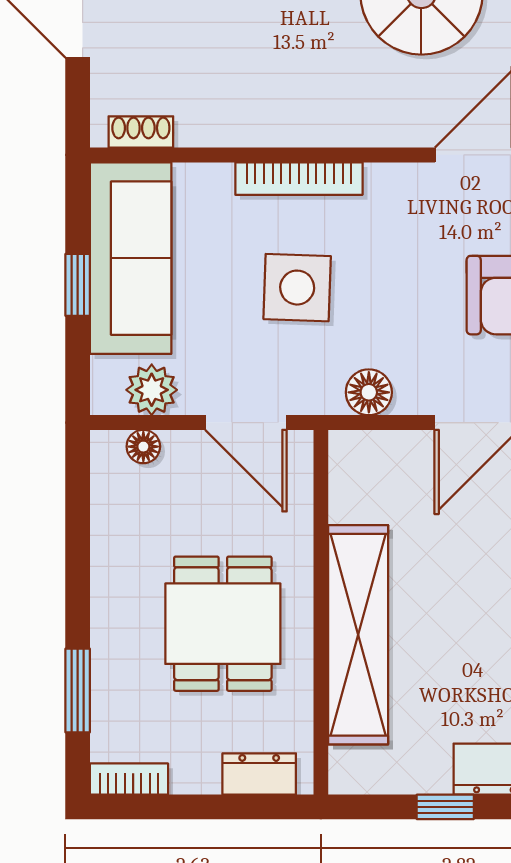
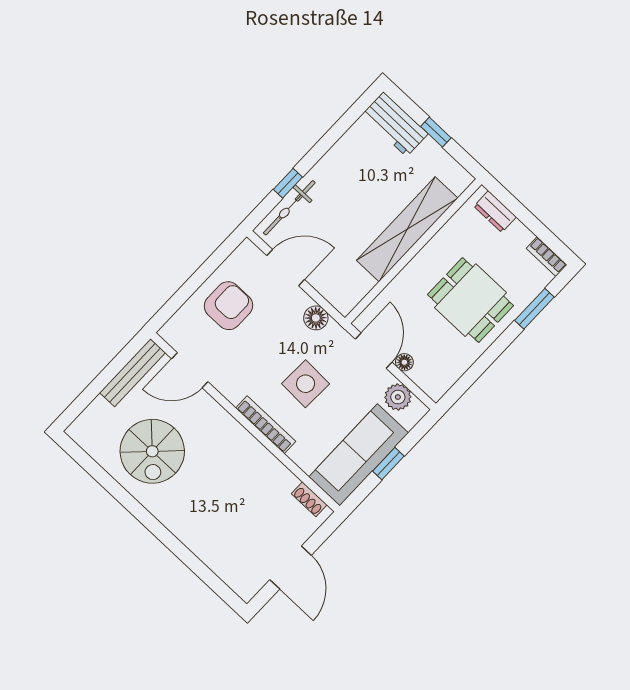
floor lamp: (143, 447) -> (404, 362), moved
dining table: (223, 624) -> (471, 300), moved, turned 90

